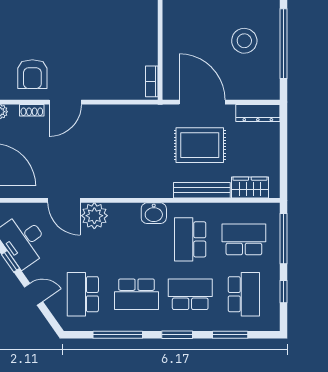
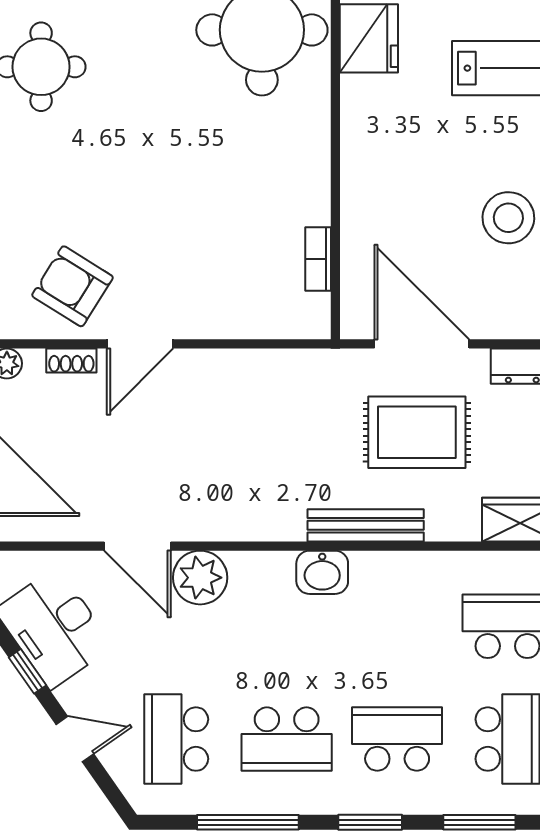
armchair: (32, 74) -> (72, 286), turned 122
bookcase: (152, 81) -> (318, 259), moved
bench: (202, 190) -> (366, 525), moved
school desk: (190, 239) -> (397, 626), removed

